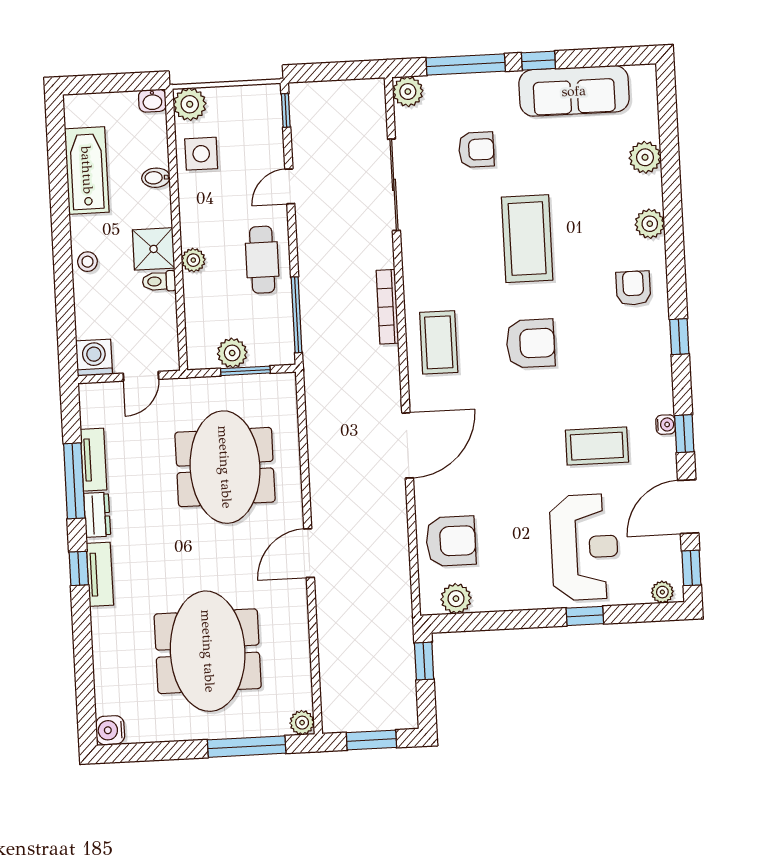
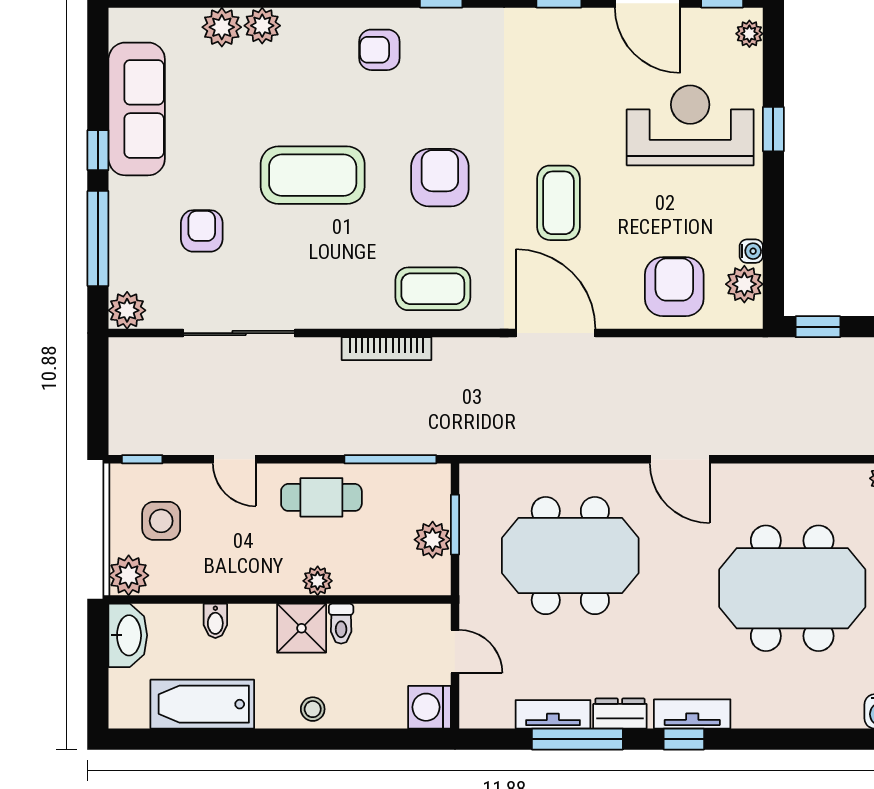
washbasin: (152, 101) -> (128, 635), width x1.91, depth x1.45
side table: (201, 154) -> (161, 521), moved
plant: (650, 224) -> (262, 26), moved
water cooler: (666, 425) -> (751, 251), moved, turned 90
coffee table: (597, 446) -> (558, 203), moved

